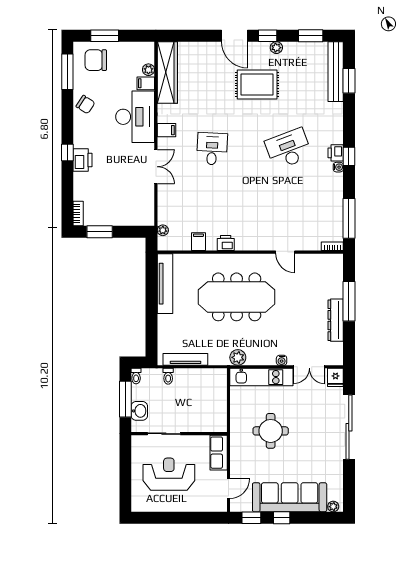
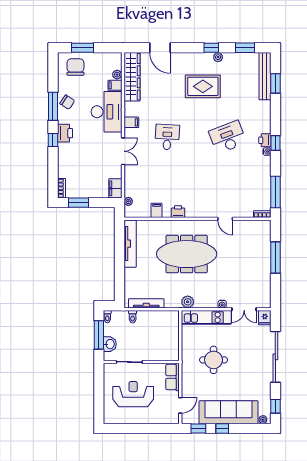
door: (235, 36) -> (160, 48), moved
chair: (96, 60) -> (75, 67), turned 90
window: (67, 72) -> (53, 106), moved
printer: (83, 160) -> (65, 133), moved
filing cabinet: (146, 214) -> (115, 188), added
dresser: (336, 320) -> (265, 272), removed
window: (349, 490) -> (275, 406), added

